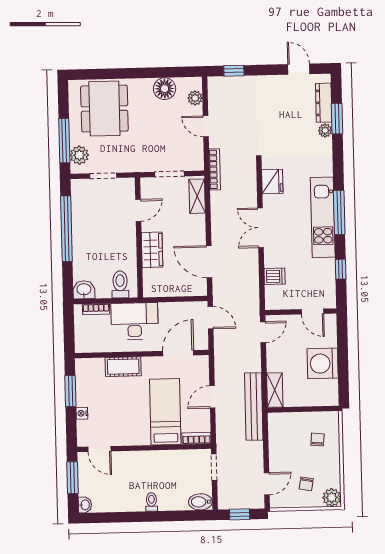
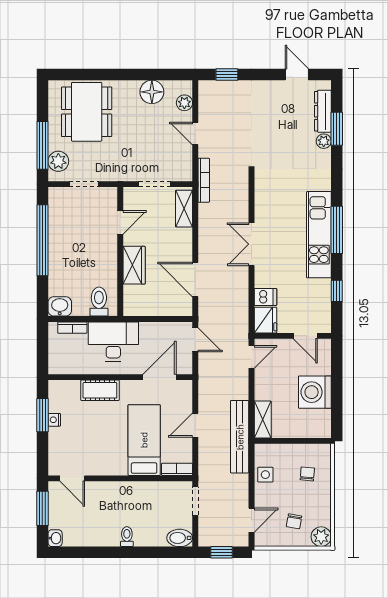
fridge: (272, 182) -> (265, 320), moved
nightstand: (82, 413) -> (54, 420), moved
side table: (279, 441) -> (265, 475), added

